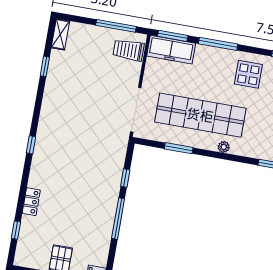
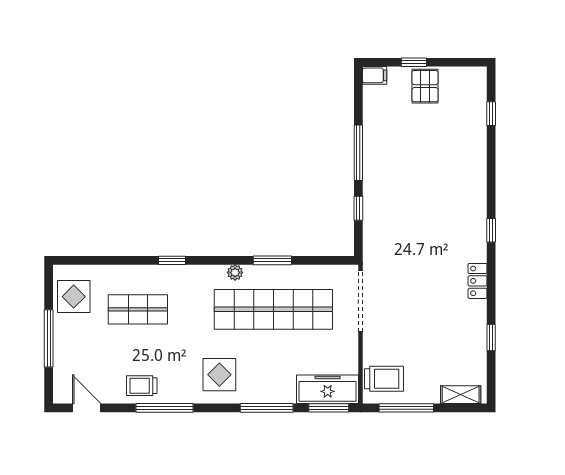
shelving: (60, 34) -> (461, 395), moved, turned 90
window: (179, 148) -> (272, 260), moved
locker: (31, 202) -> (478, 281), moved

